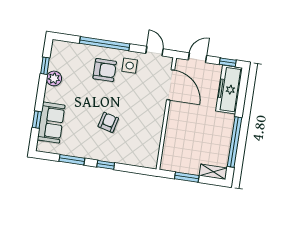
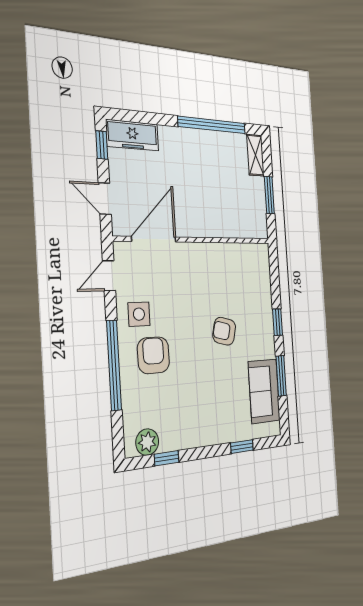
plant: (54, 78) -> (147, 442), moved
freezer: (229, 89) -> (132, 135), width x0.73, depth x0.79
sofa: (51, 123) -> (264, 391), moved, turned -90

